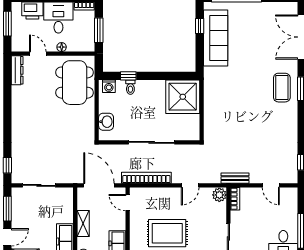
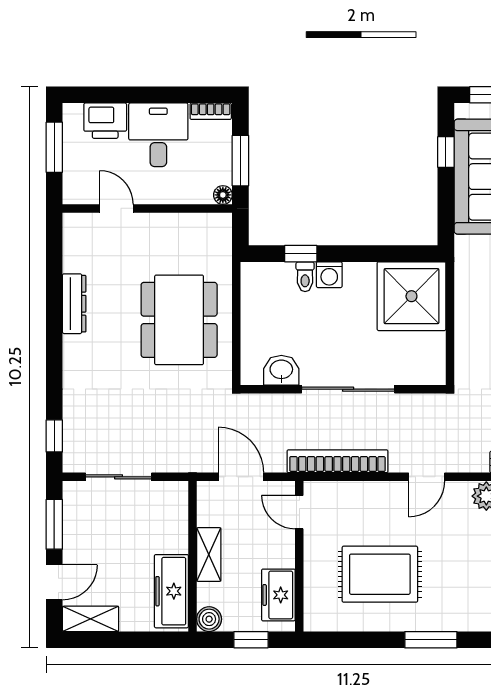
floor lamp: (62, 47) -> (223, 195), moved
dresser: (17, 70) -> (74, 304), moved
dining table: (75, 83) -> (179, 320), moved
washing machine: (109, 86) -> (329, 275), moved
washbasin: (106, 122) -> (281, 370), moved, turned -90
door: (99, 185) -> (241, 477), width x0.73

